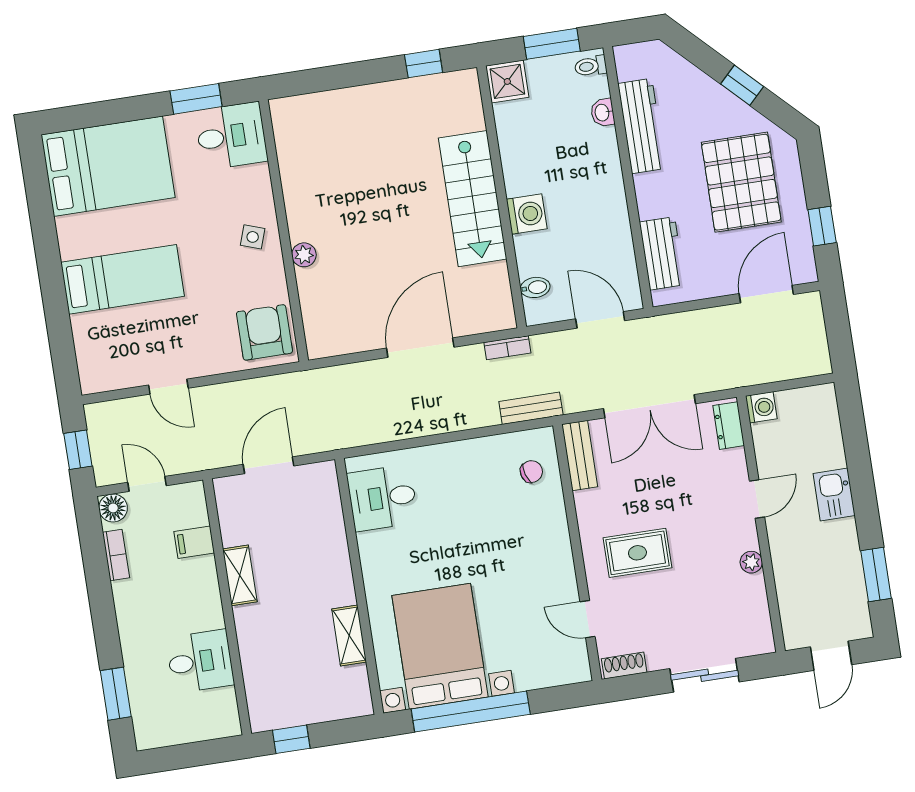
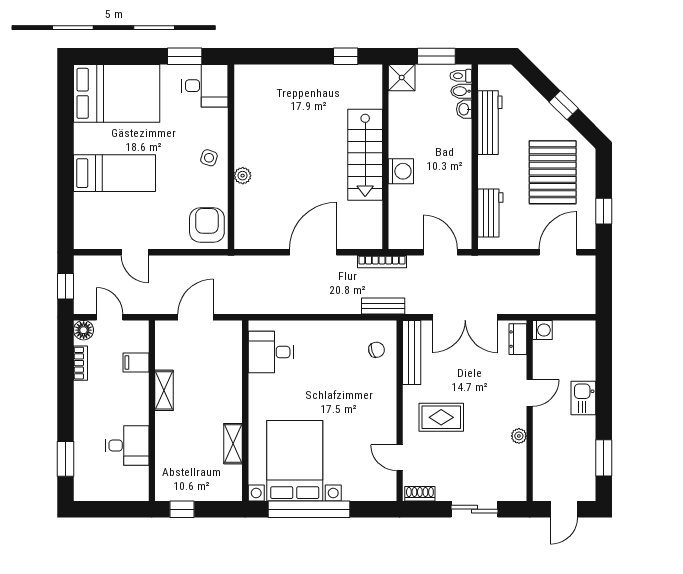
bidet: (535, 287) -> (461, 91), moved, turned 180
bookcase: (507, 348) -> (382, 262), width x1.56
bench: (580, 456) -> (412, 352), width x1.36

